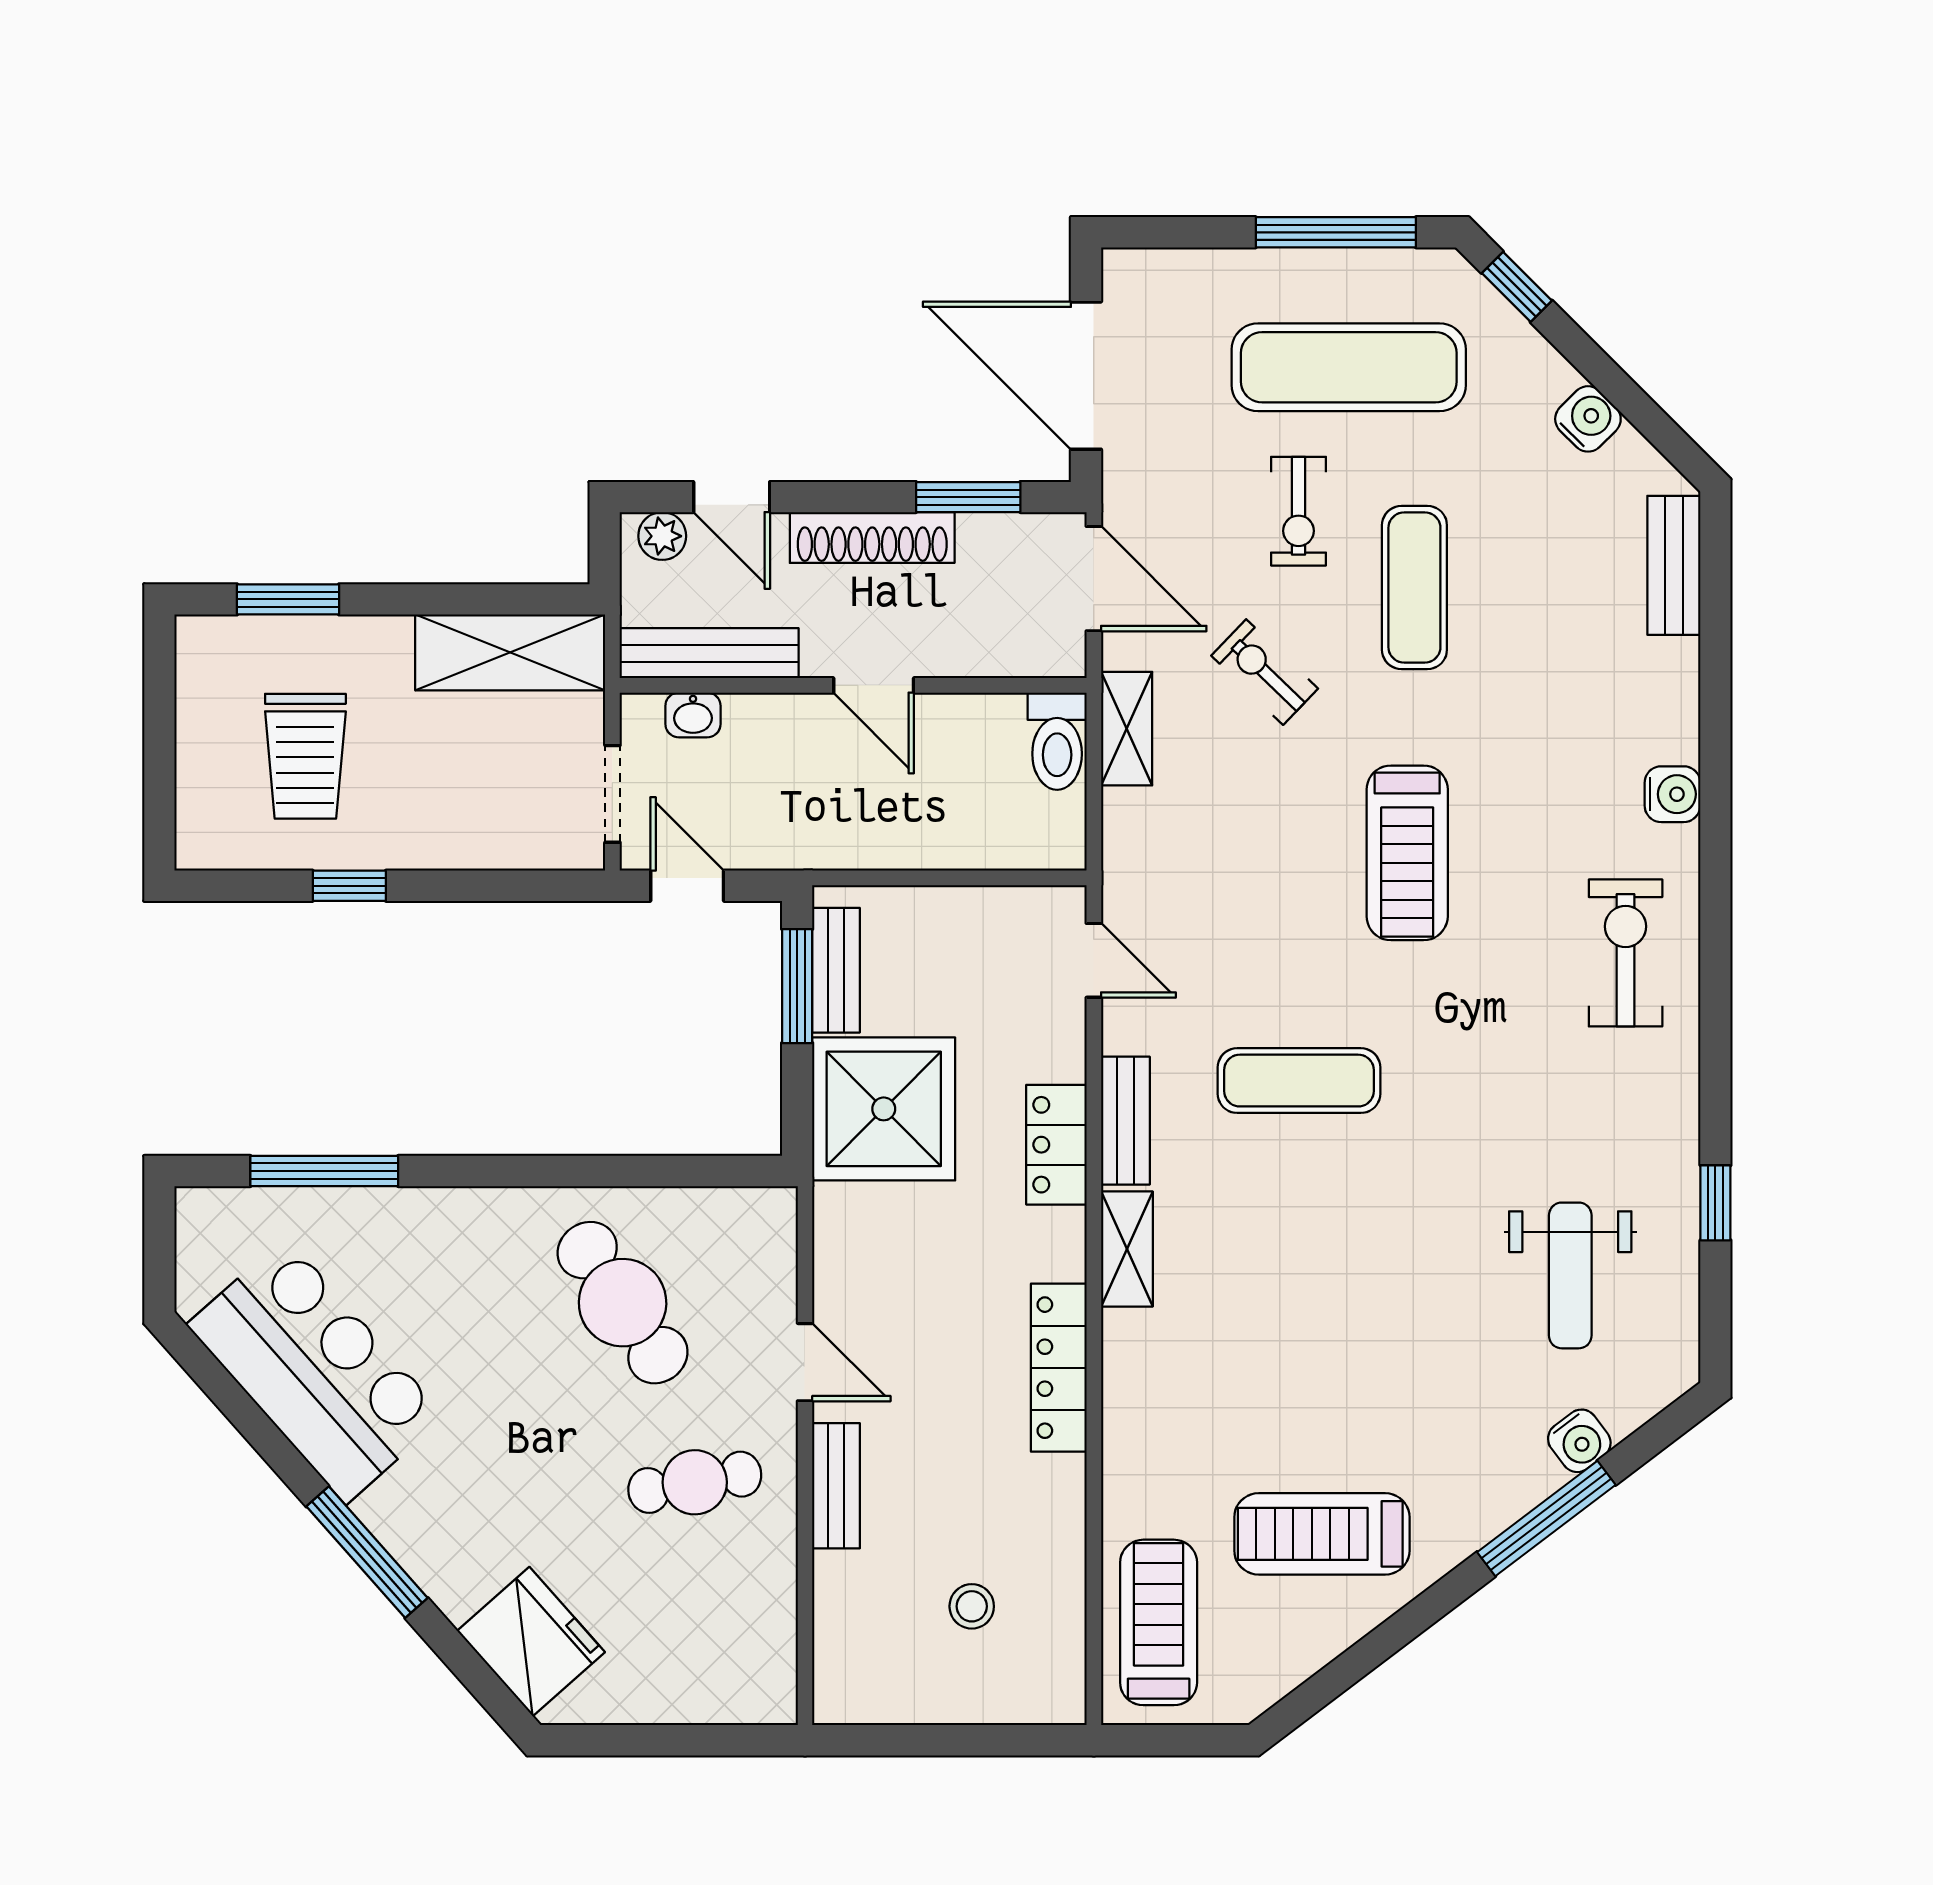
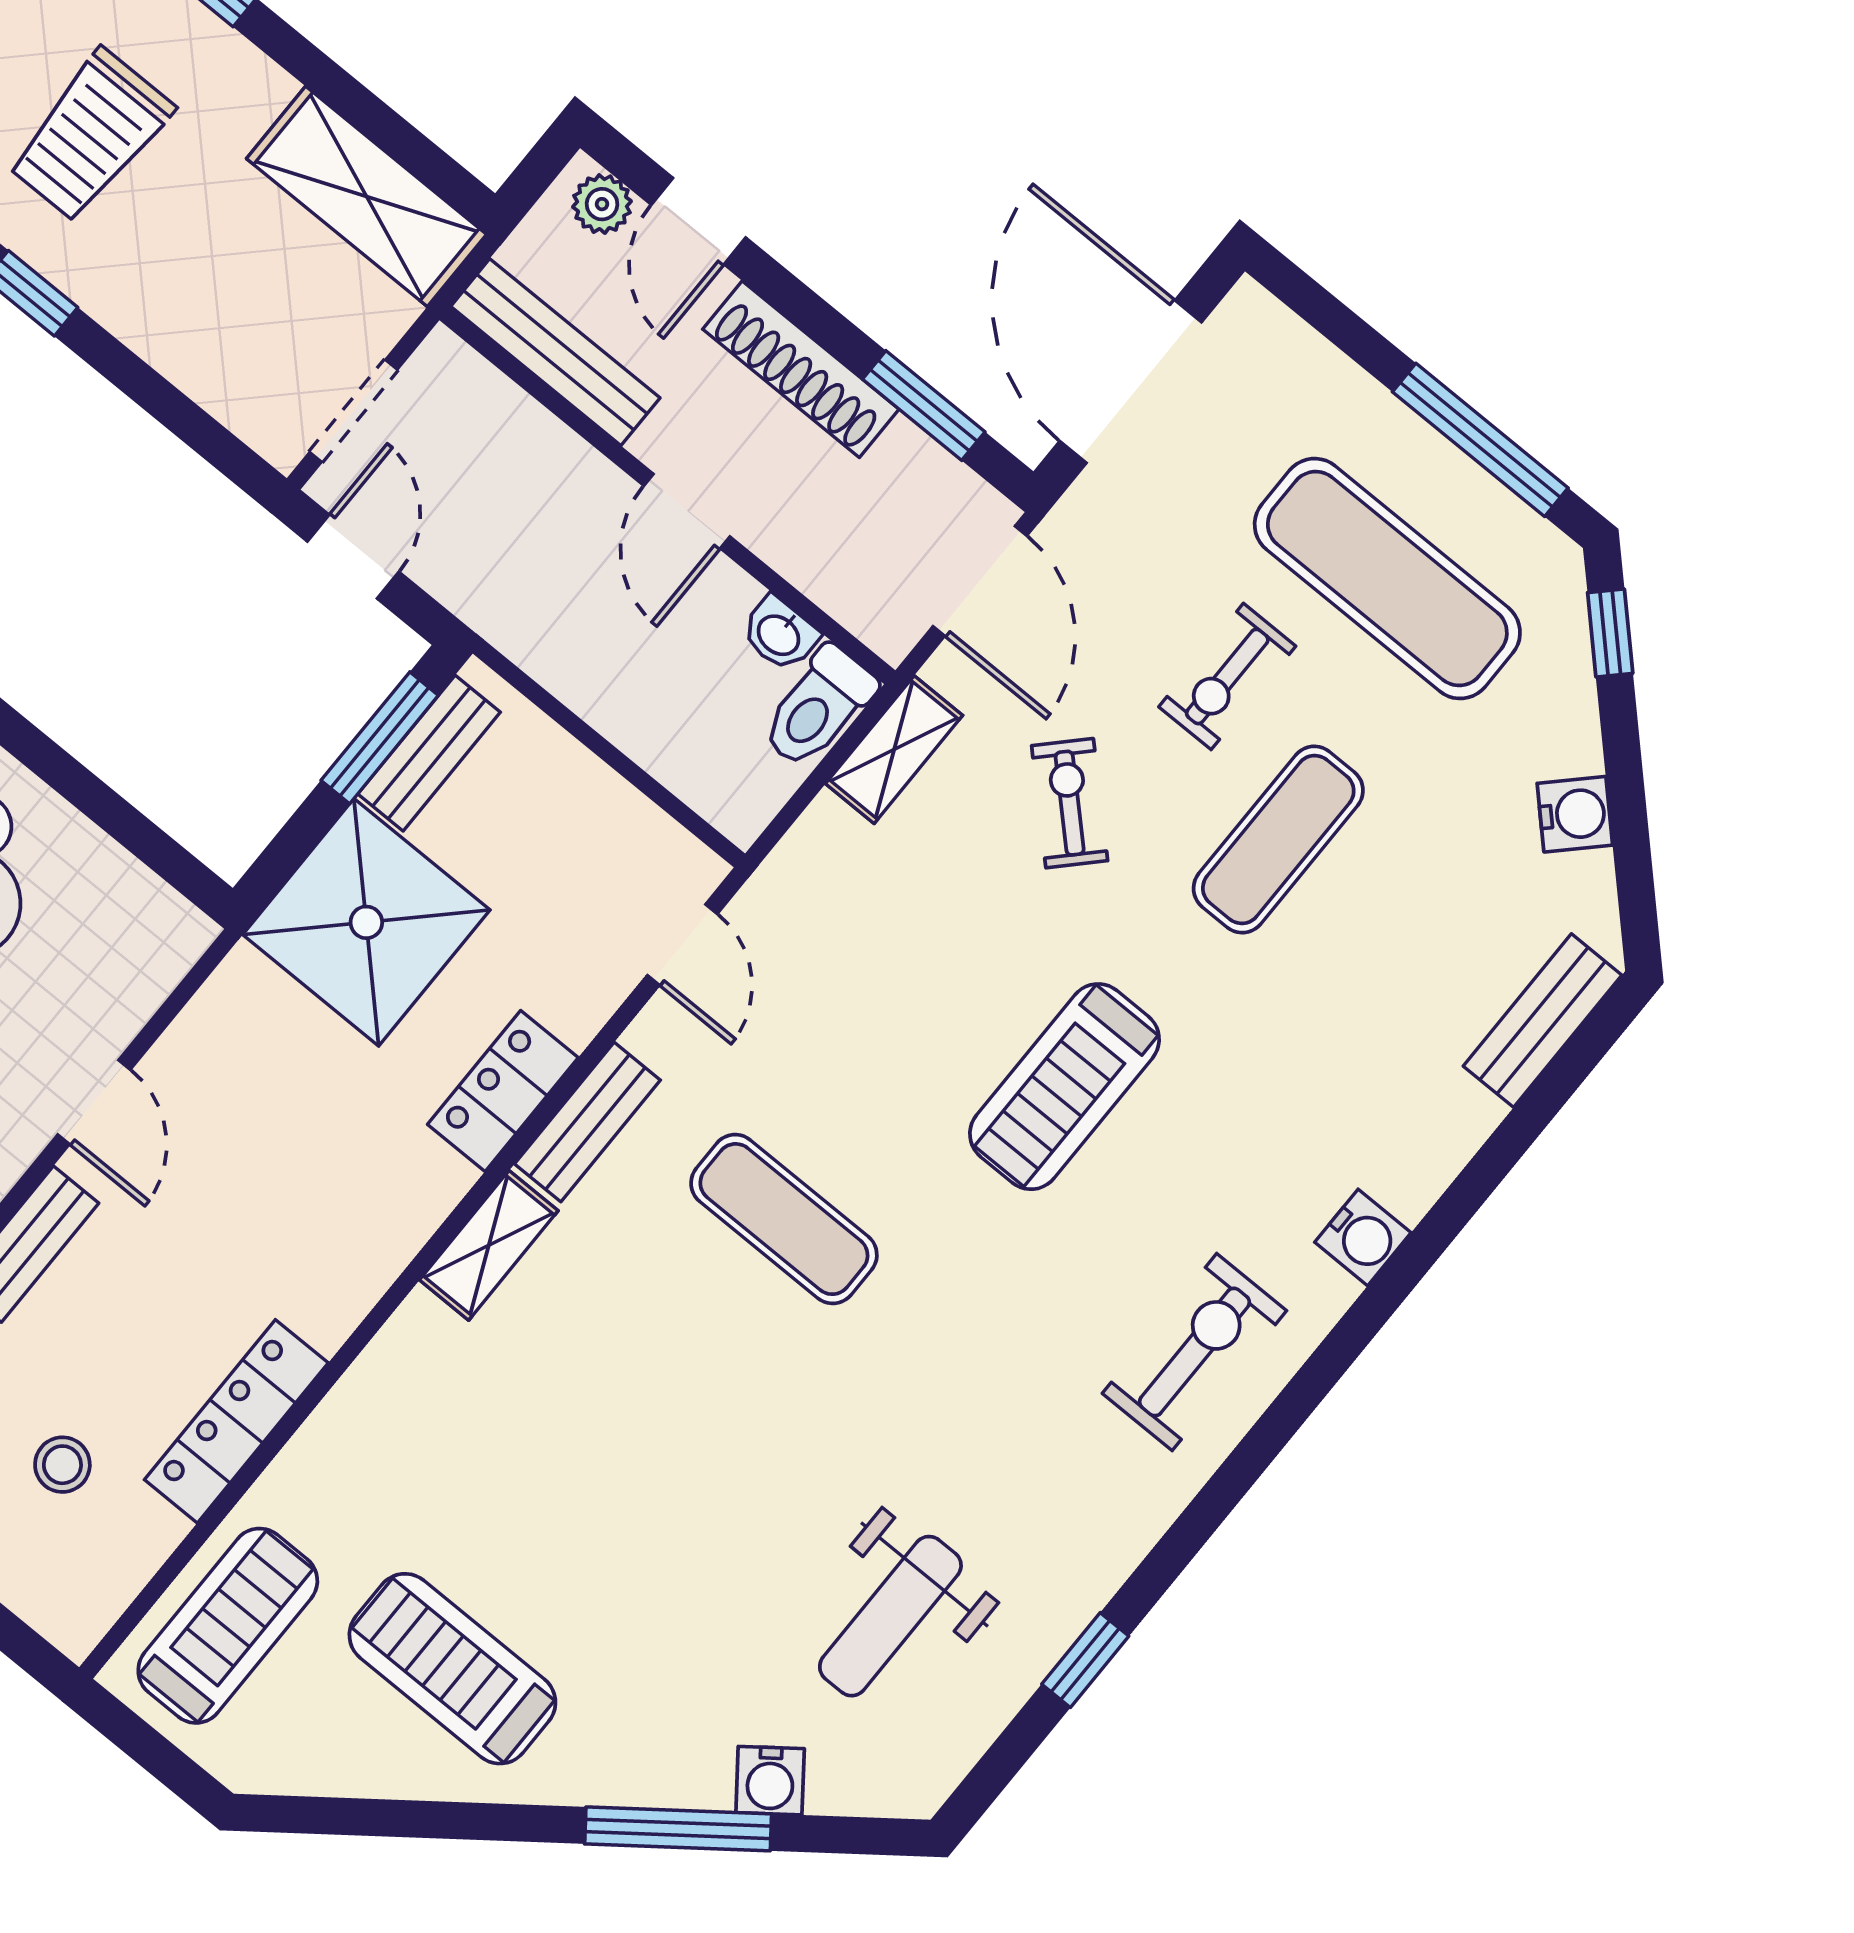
washbasin: (693, 715) -> (780, 634), moved
locker: (1059, 1368) -> (236, 1421), moved

